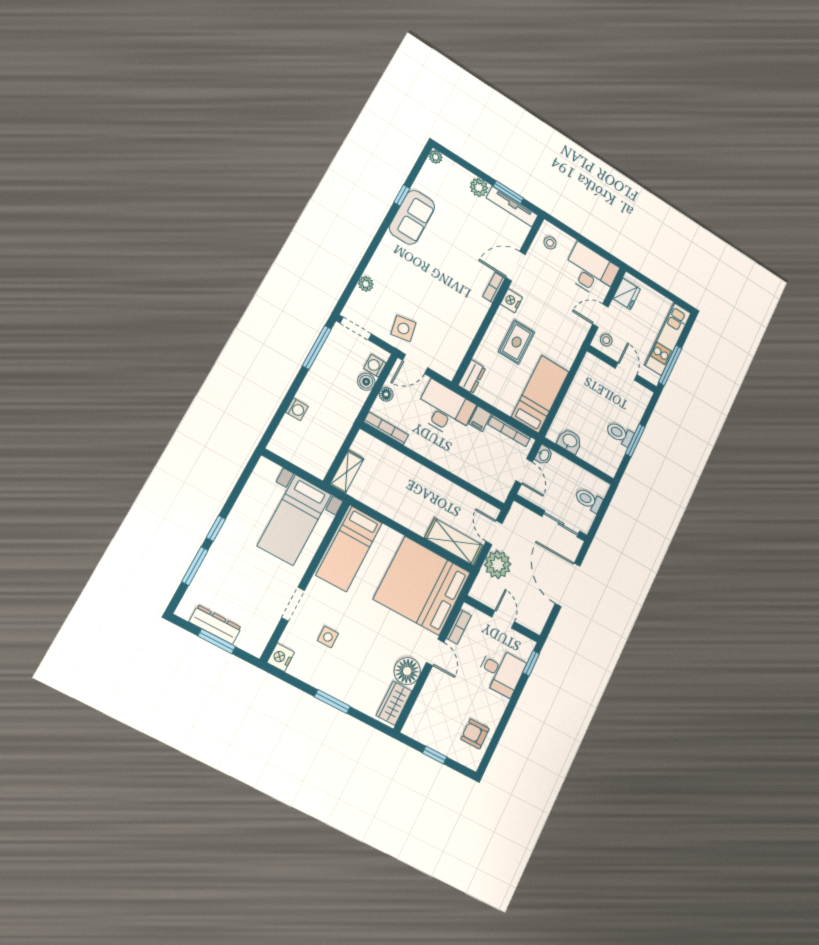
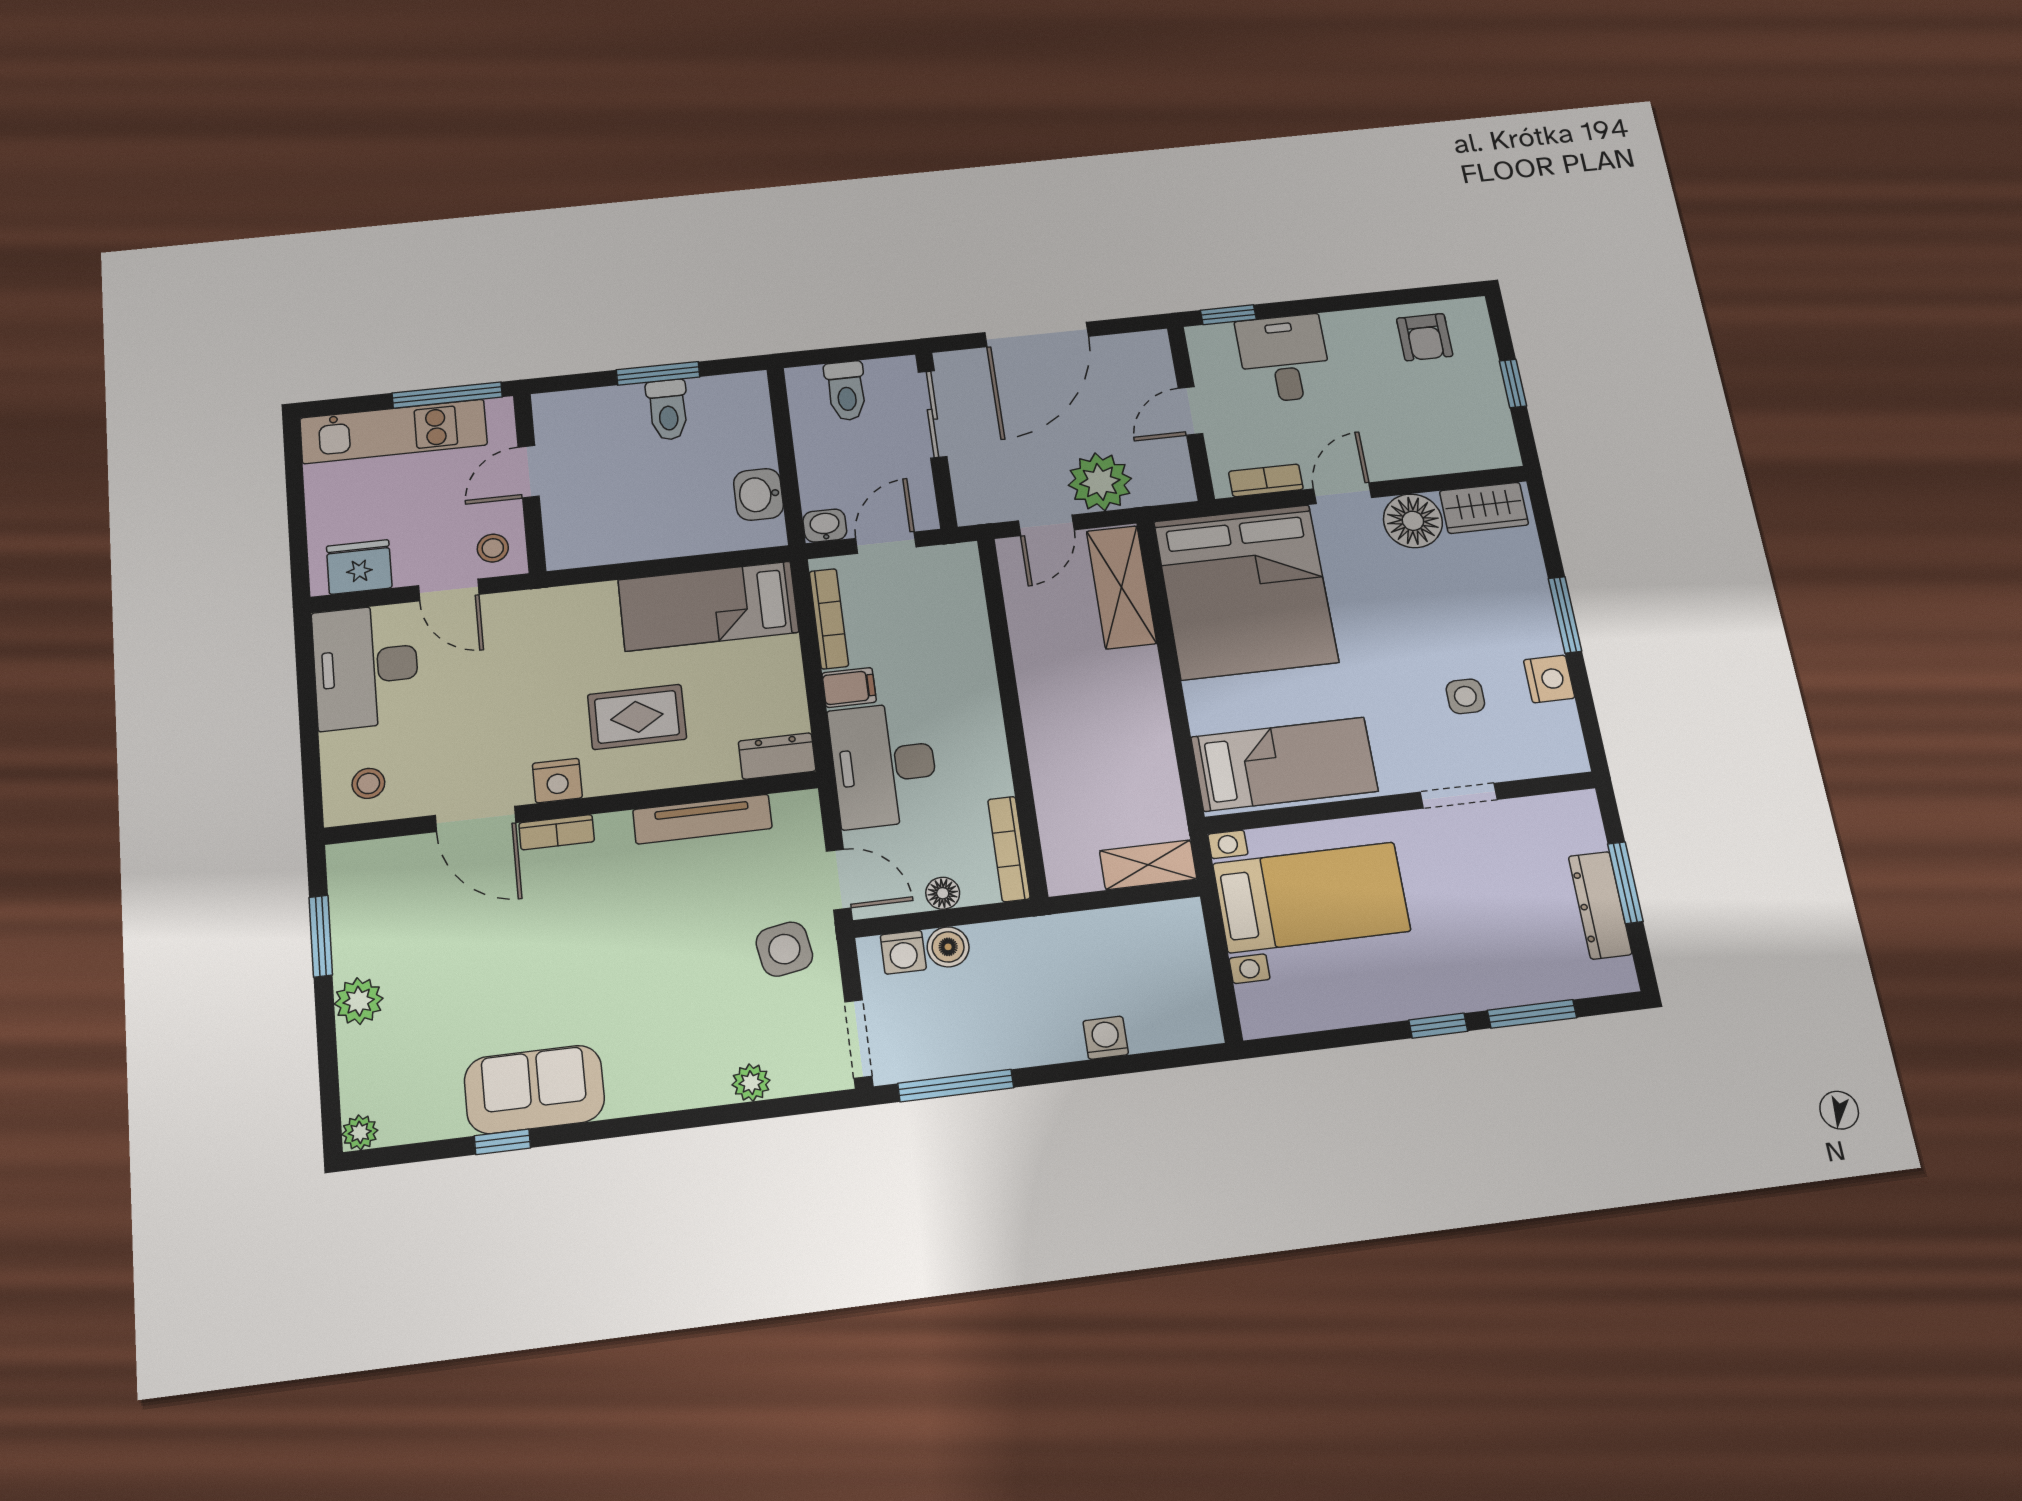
tv unit: (512, 207) -> (702, 819), moved, turned 90
nightstand: (281, 657) -> (1549, 679), moved, turned -90

